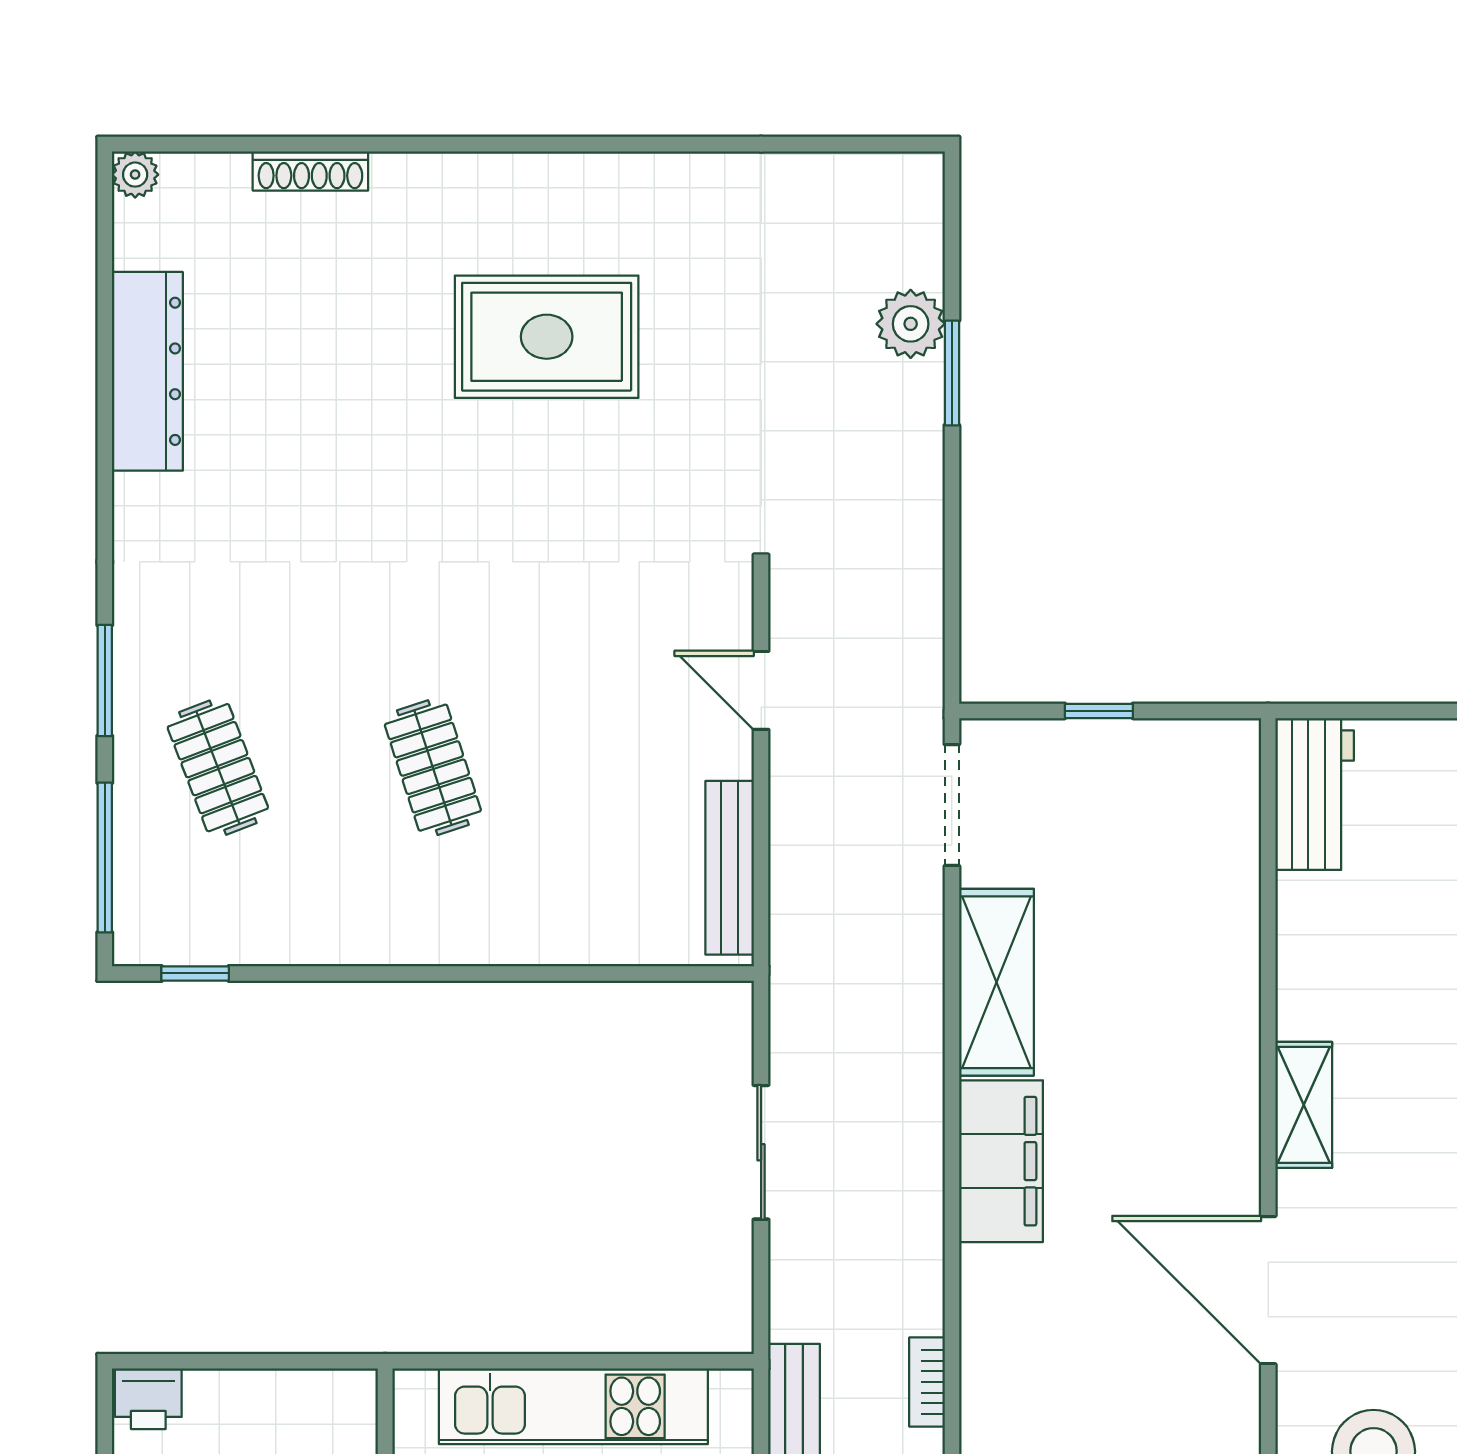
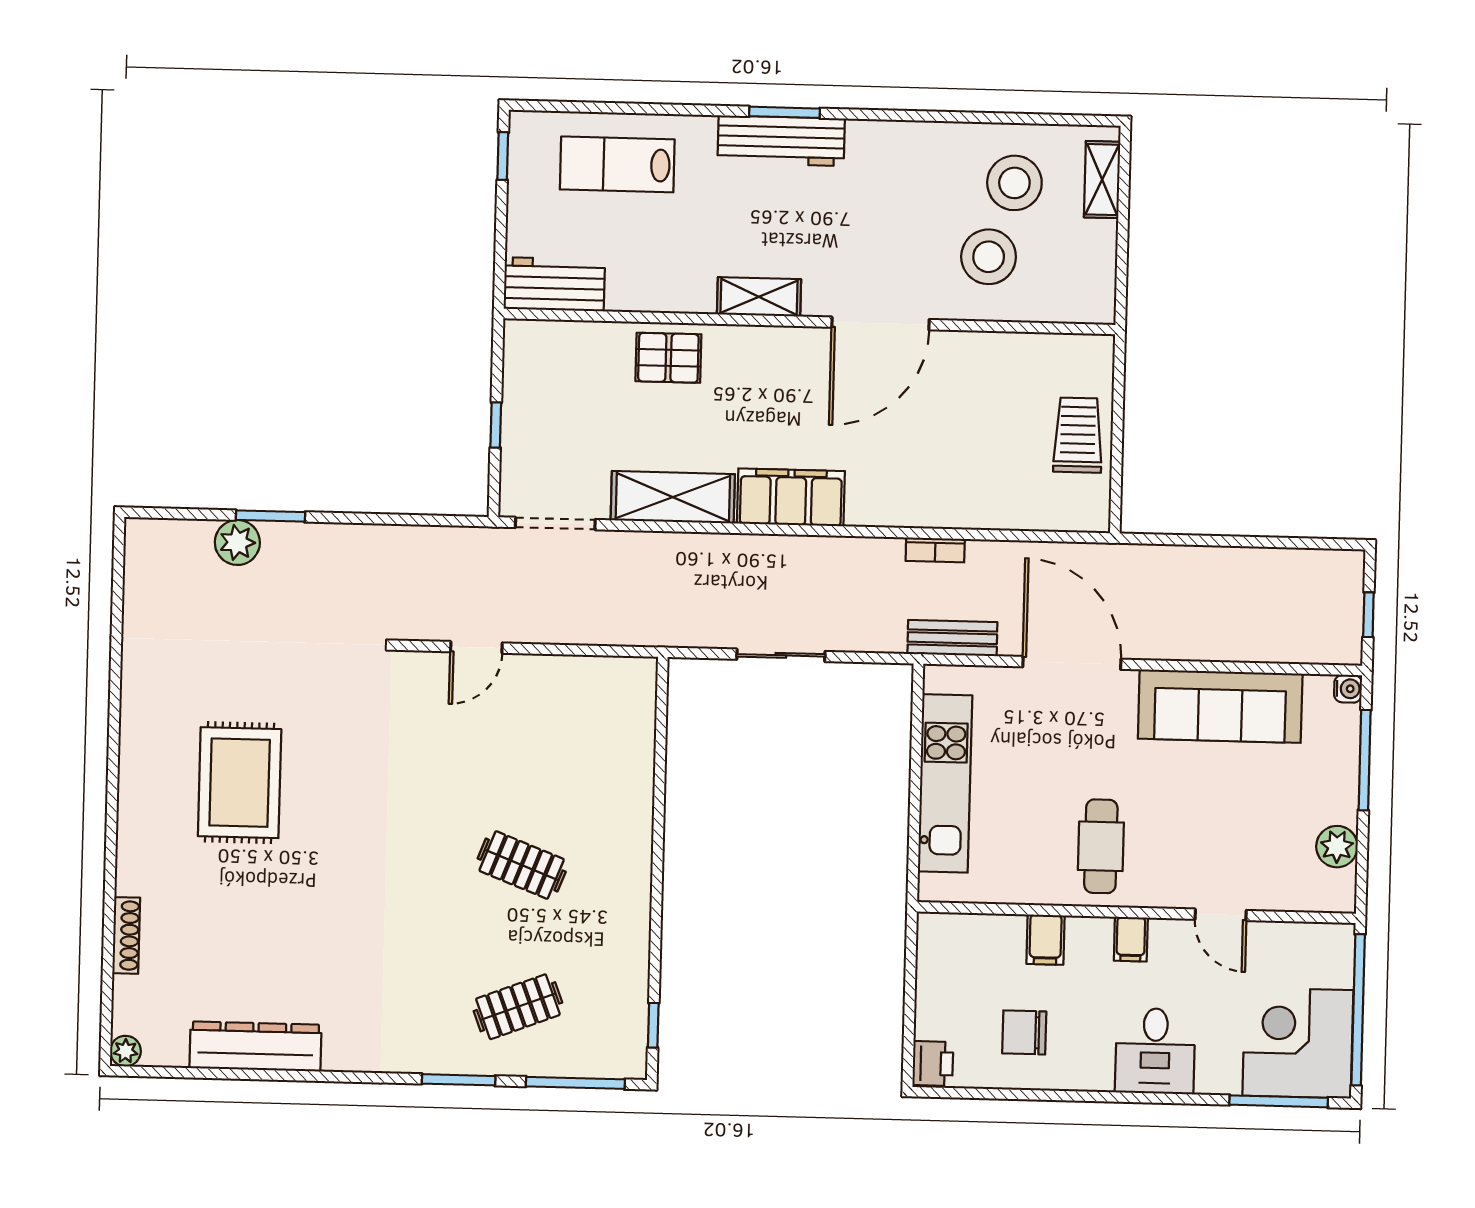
clothes rail: (433, 768) -> (522, 865), turned 39
bench: (730, 868) -> (593, 671), removed
pallet: (1208, 970) -> (668, 358), added

